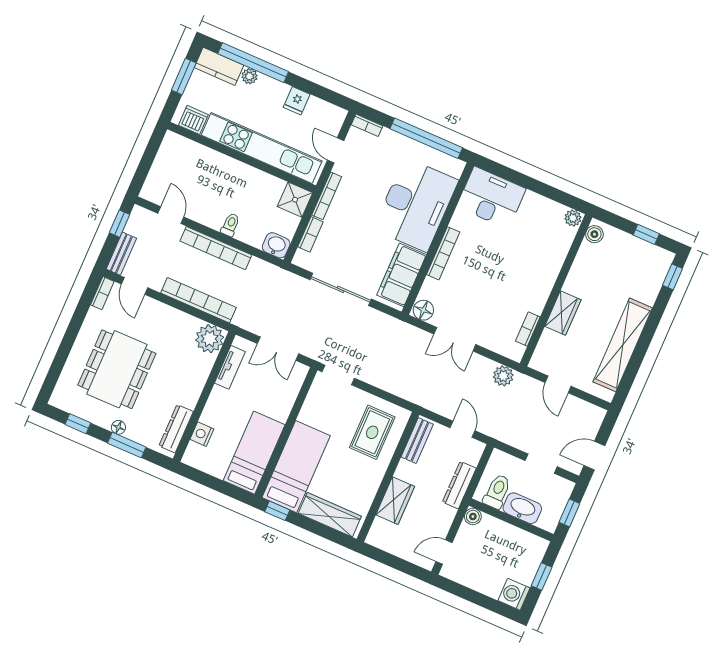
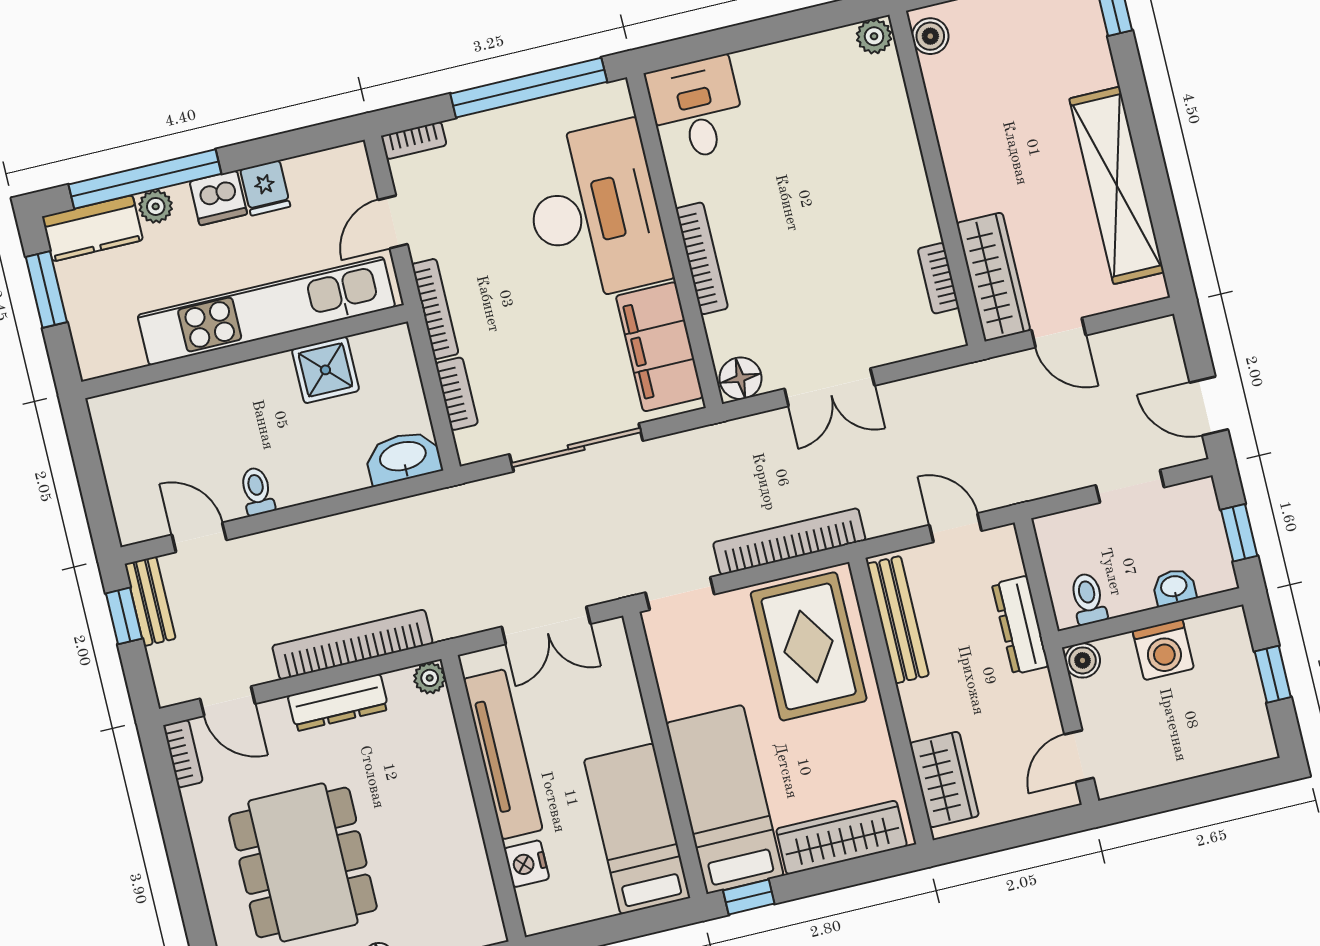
dishwasher: (193, 120) -> (218, 198), moved, turned 180
door: (336, 150) -> (393, 222), hinge flipped
desk: (491, 198) -> (696, 109), width x0.73
shower: (295, 200) -> (325, 370), moved
toilet: (230, 225) -> (257, 491), moved
washbasin: (276, 245) -> (403, 457), width x1.38
bookcase: (216, 248) -> (789, 541), moved, turned 180
bench: (121, 254) -> (150, 601), moved
wardrobe: (563, 313) -> (993, 277), moved, width x1.50
plant: (210, 339) -> (430, 678), width x0.53, depth x0.53
tv unit: (230, 367) -> (503, 754), width x1.92, depth x1.29
plant: (503, 376) -> (956, 388), removed
dresser: (176, 429) -> (338, 703), moved, turned -90
rug: (372, 432) -> (809, 646), width x1.36, depth x1.43
bench: (417, 441) -> (898, 620), width x1.36
door: (594, 456) -> (1209, 406), hinge flipped
toilet: (497, 491) -> (1088, 599), width x0.73, depth x0.72
wardrobe: (395, 501) -> (944, 780), moved
washbasin: (522, 508) -> (1174, 587), width x0.52, depth x0.69
washing machine: (514, 594) -> (1163, 650), moved, turned -90

